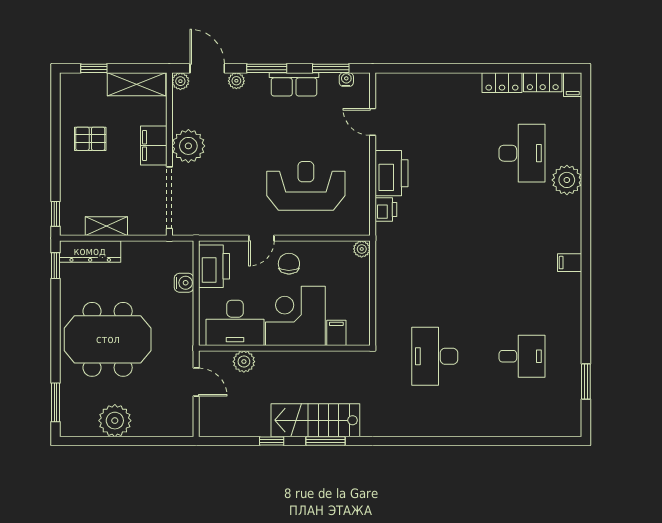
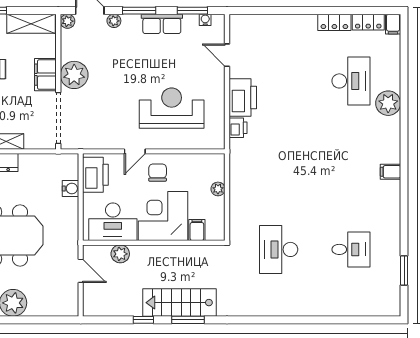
plant: (362, 249) -> (218, 189), moved

